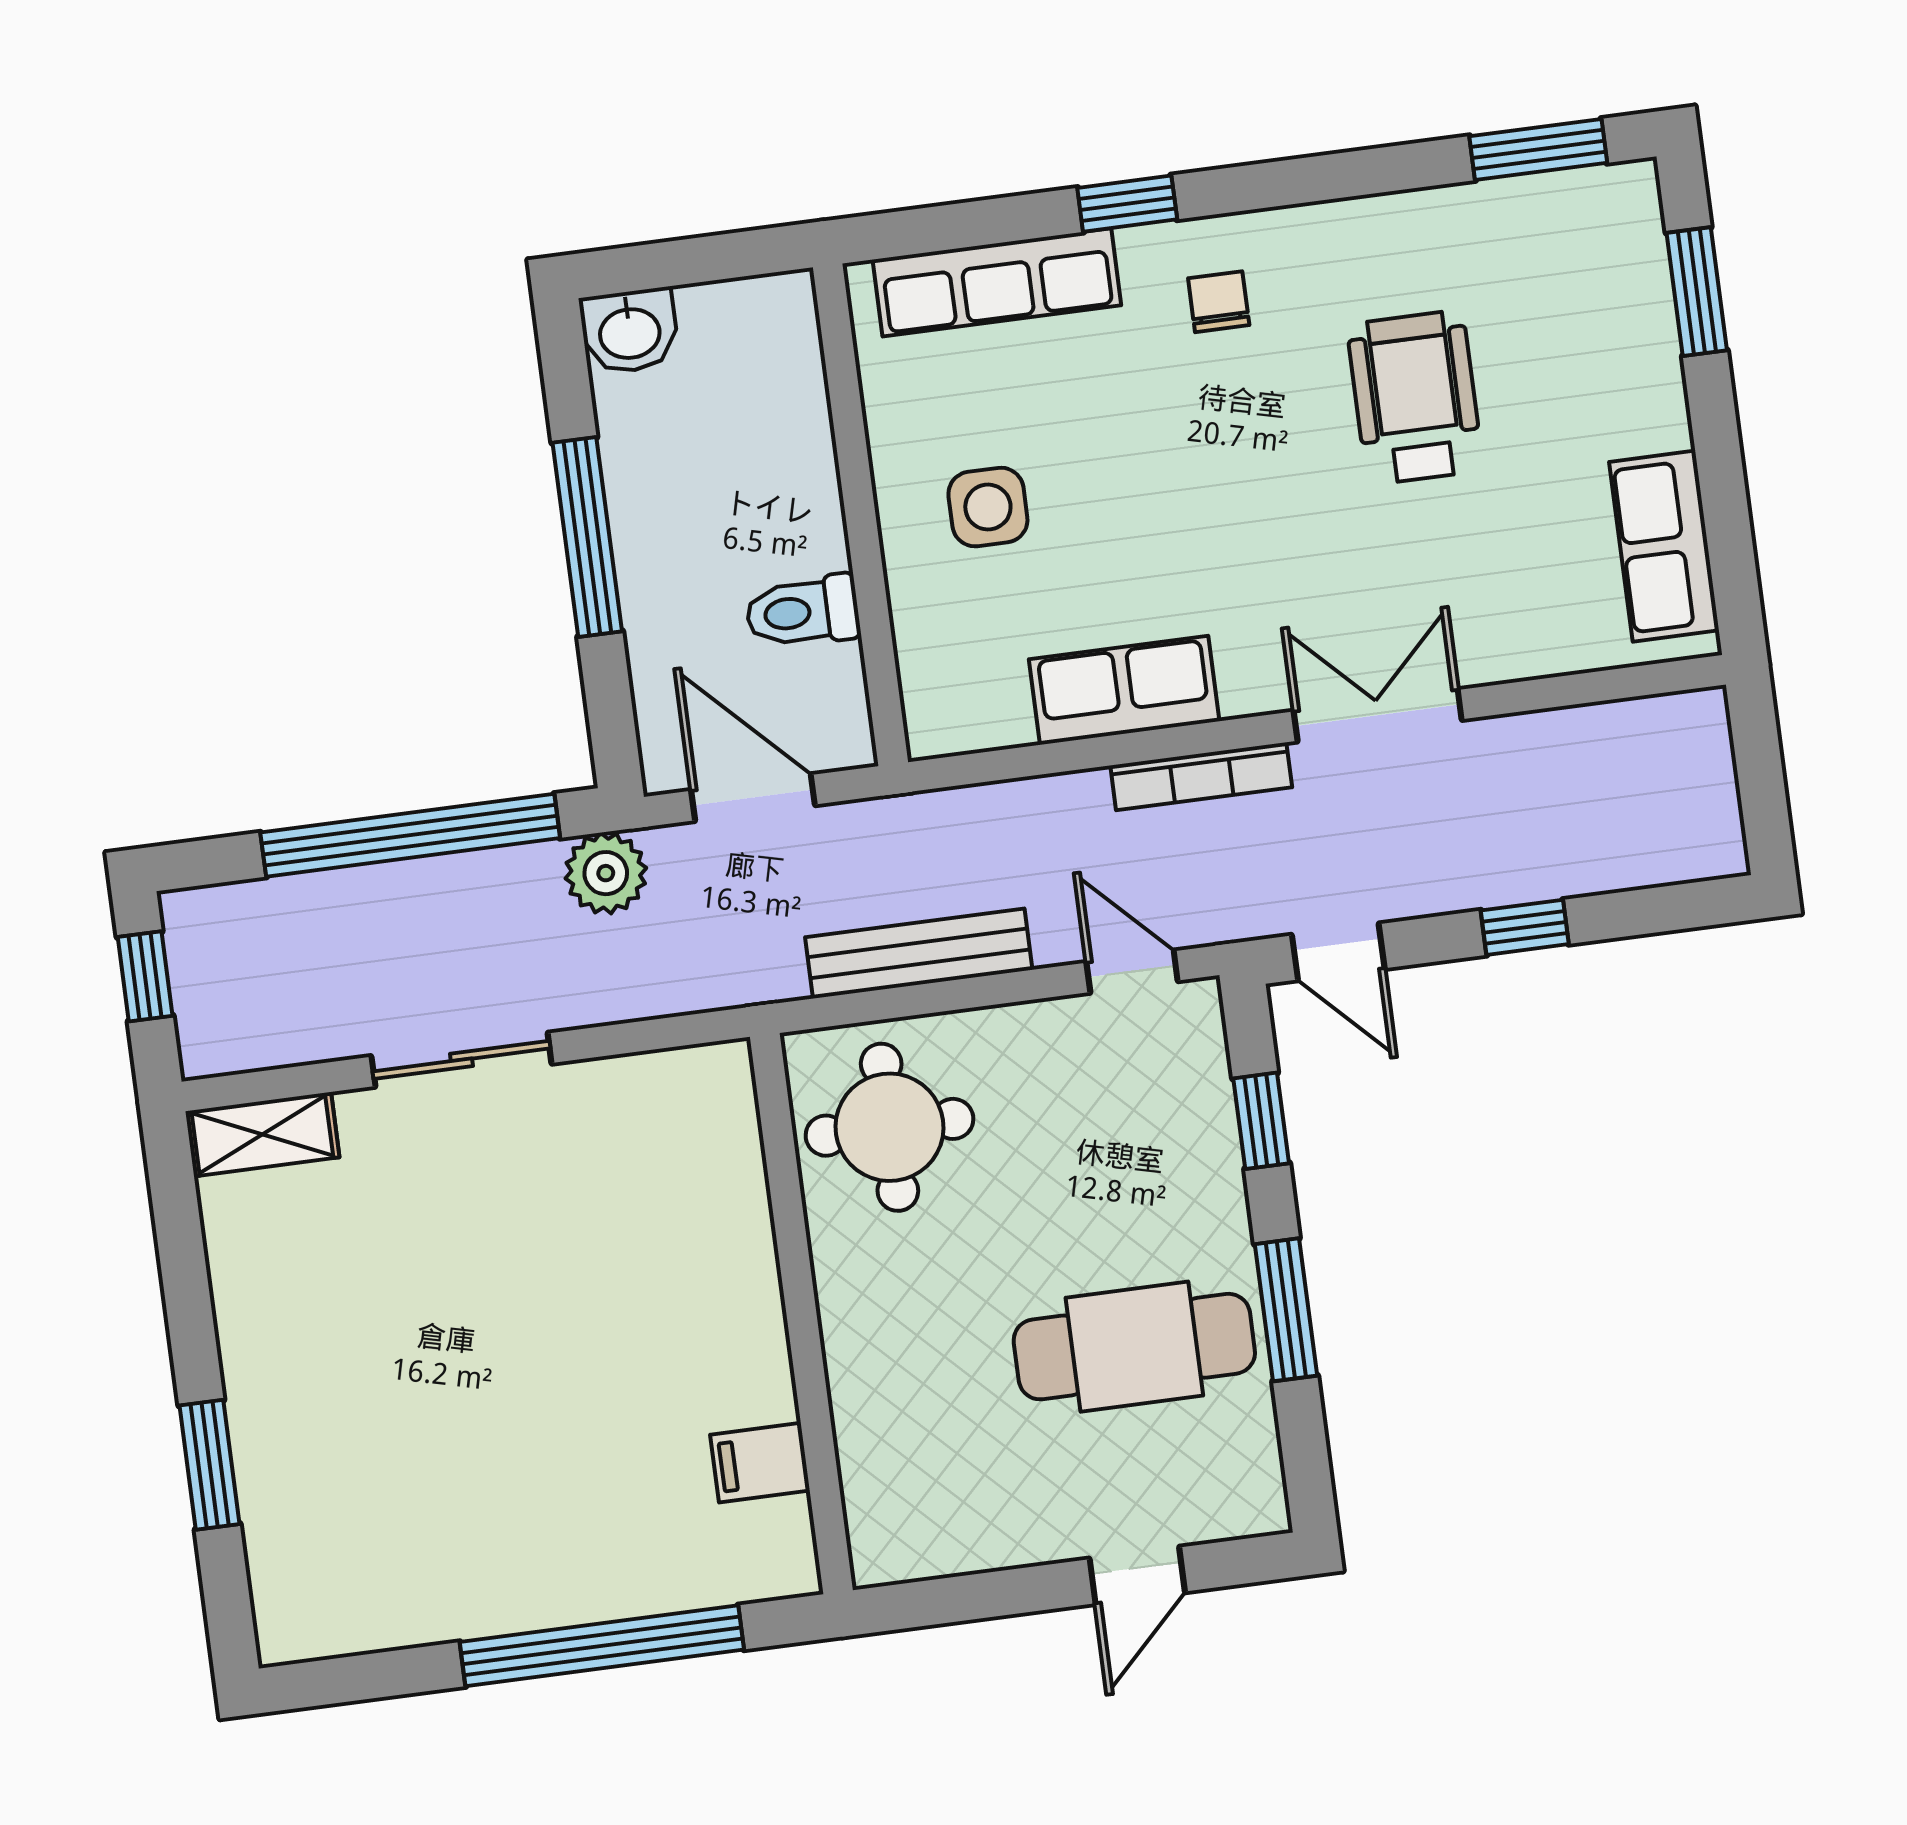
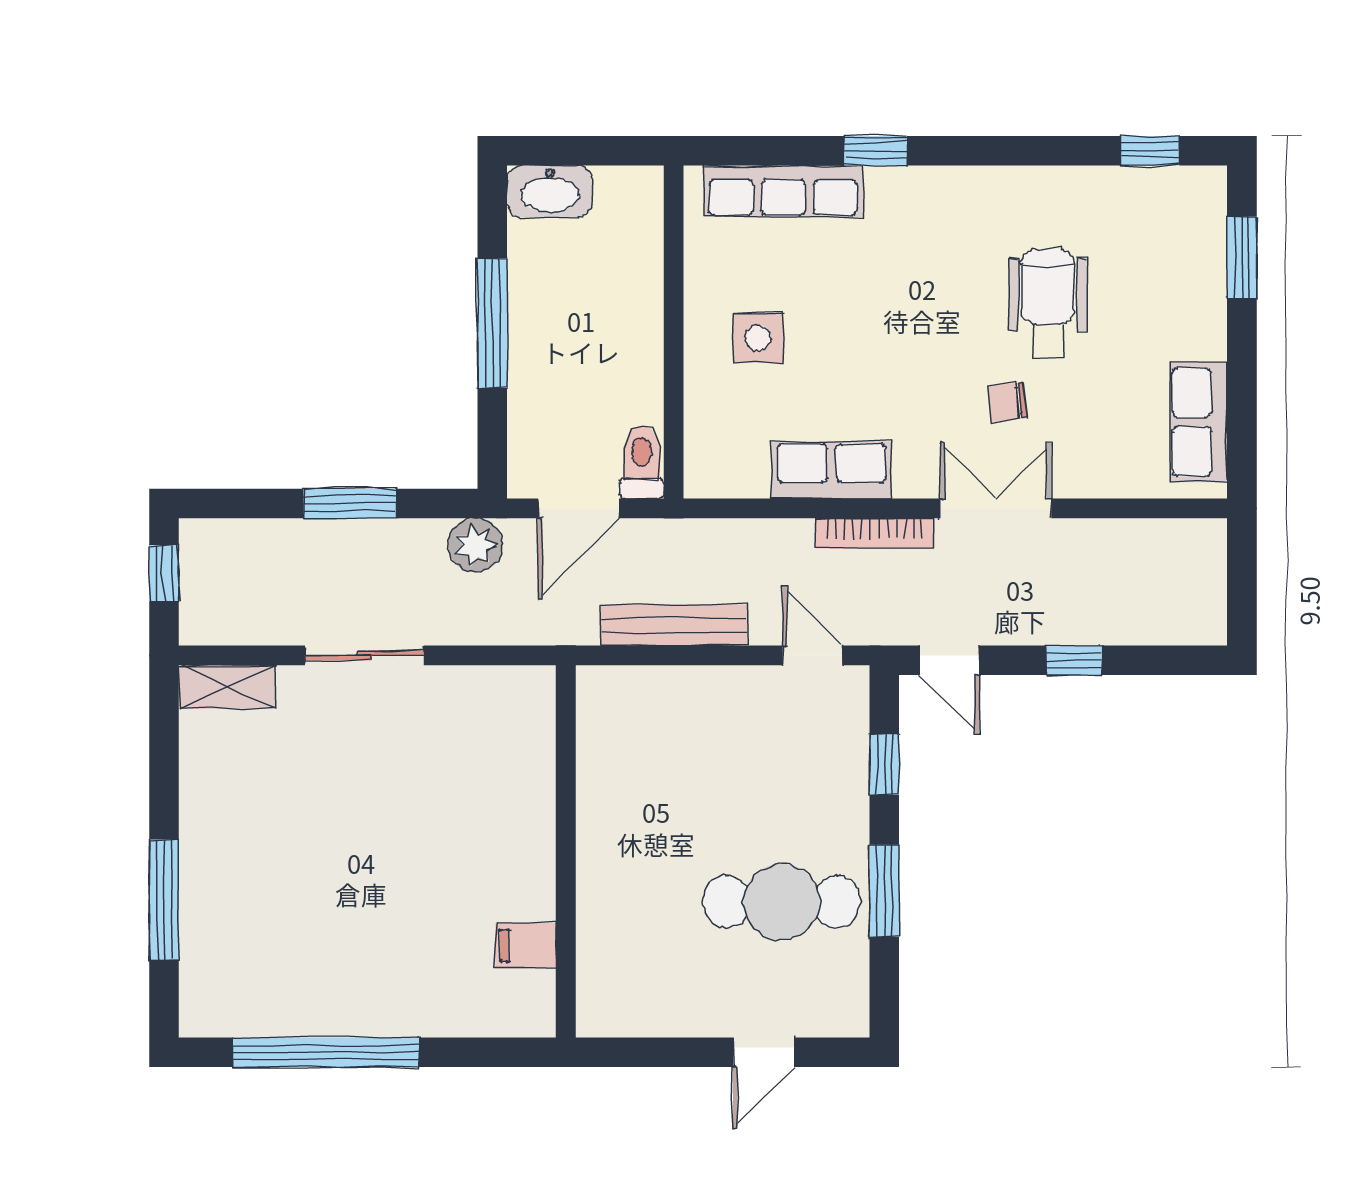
window: (1538, 149) -> (1150, 151), width x0.67
chair: (1219, 302) -> (1007, 402), moved, turned -97
washbasin: (629, 331) -> (550, 191), width x1.38
toilet: (803, 612) -> (642, 462), moved, turned 90
door: (753, 798) -> (579, 508), swing flipped
window: (410, 835) -> (350, 504), width x0.47
round table: (890, 1127) -> (640, 737), removed
window: (209, 1465) -> (164, 899), width x1.44
window: (602, 1646) -> (326, 1052), moved

